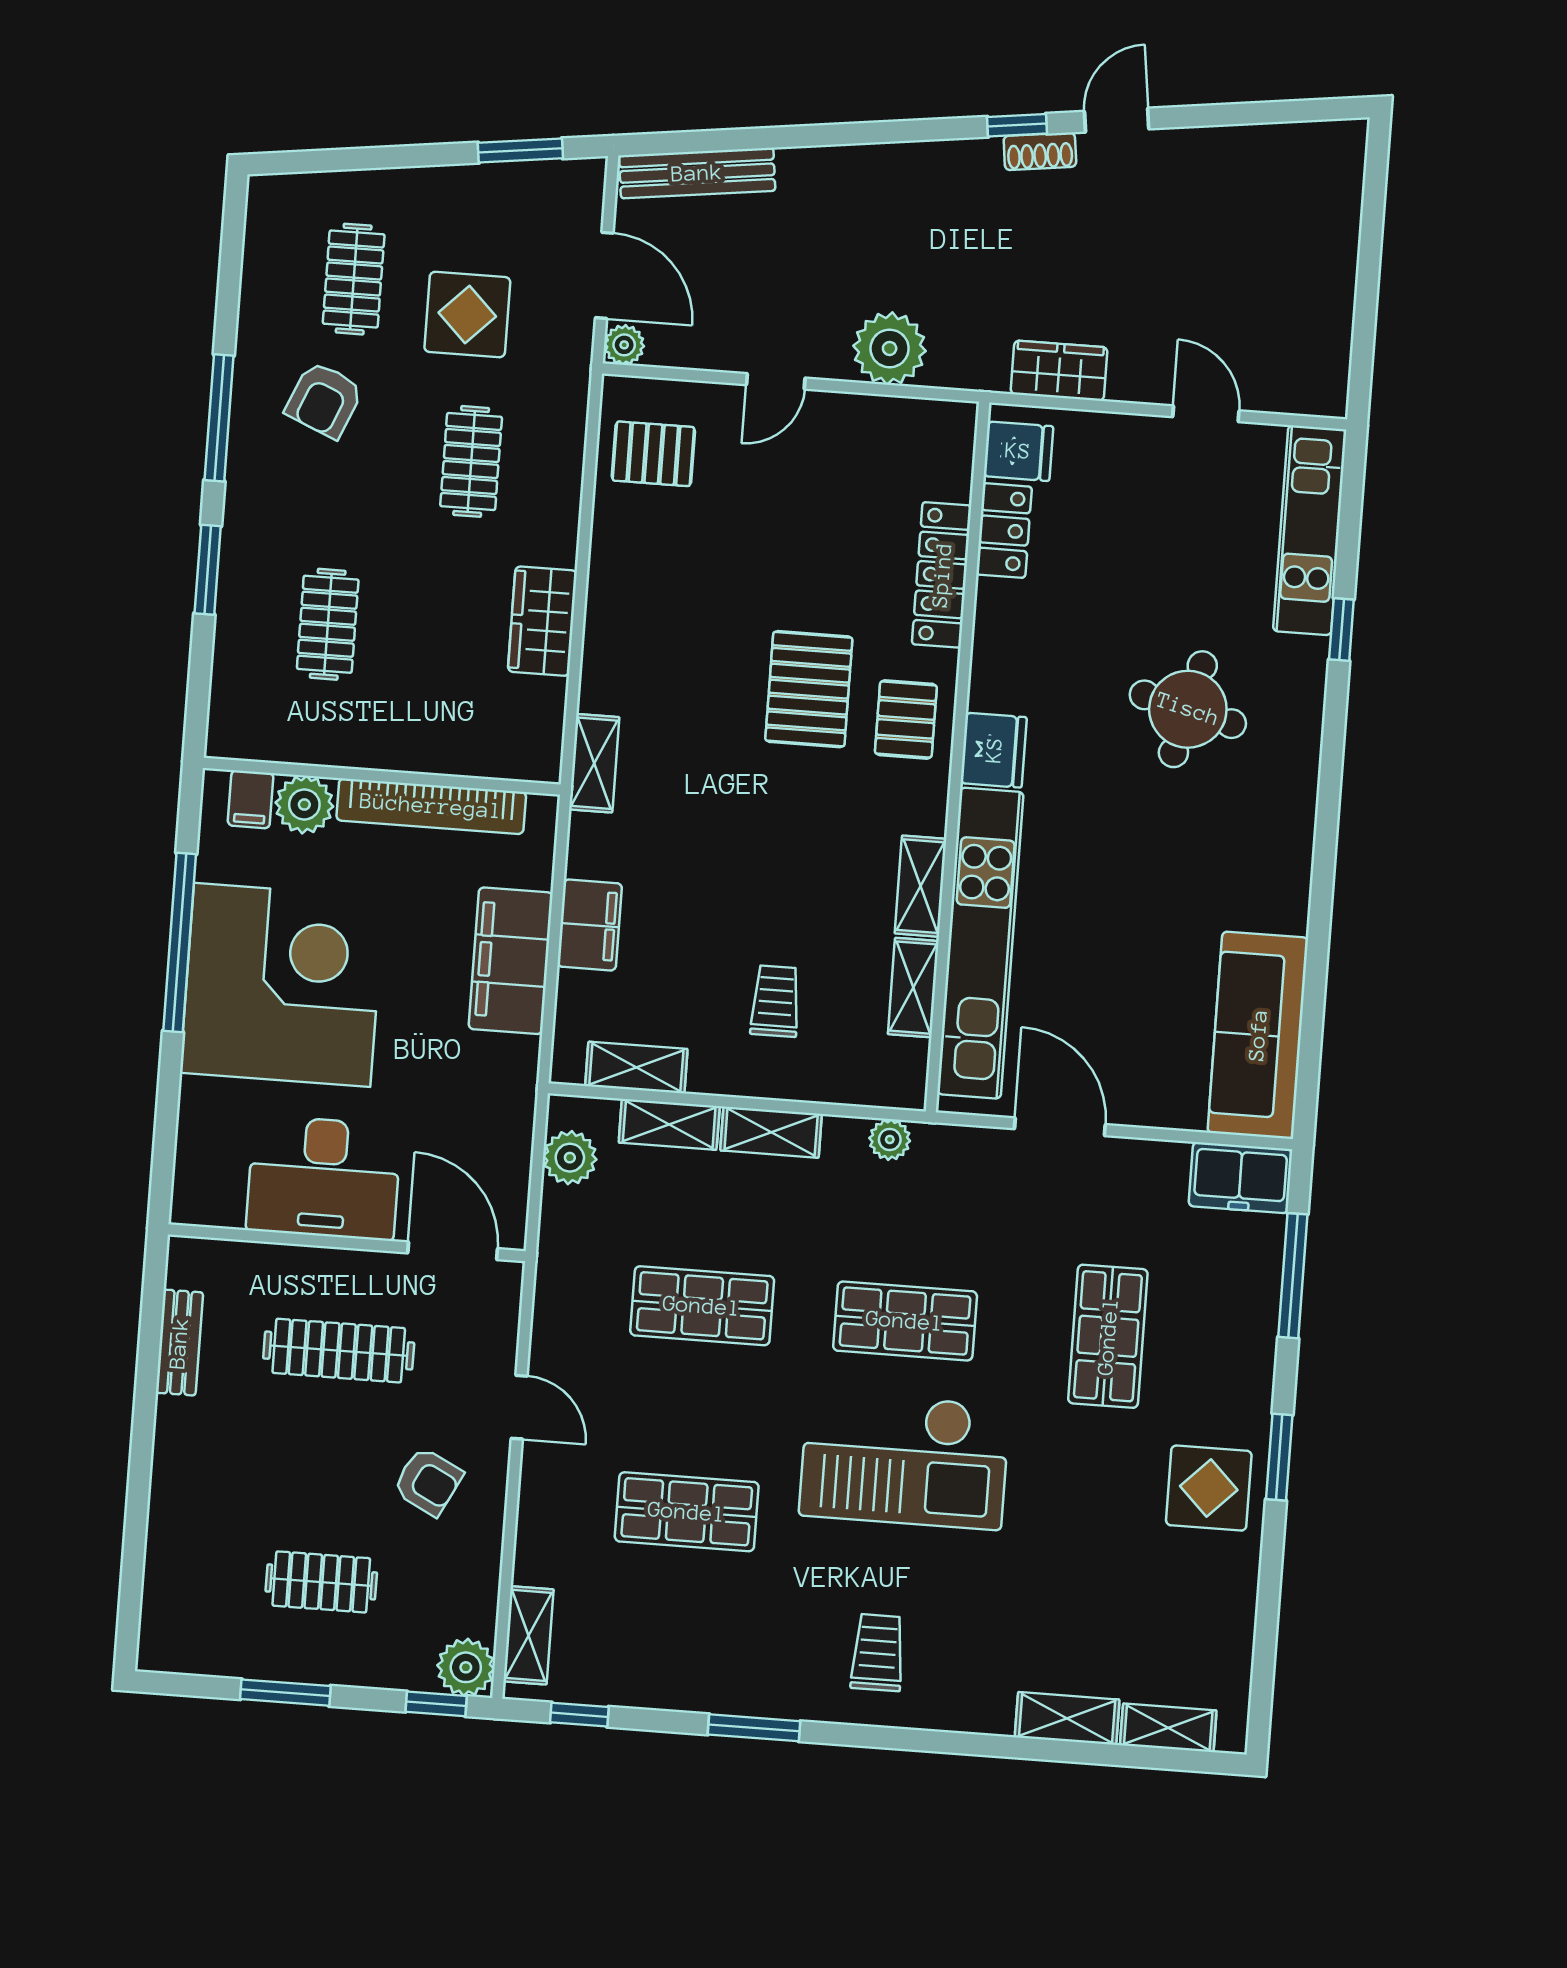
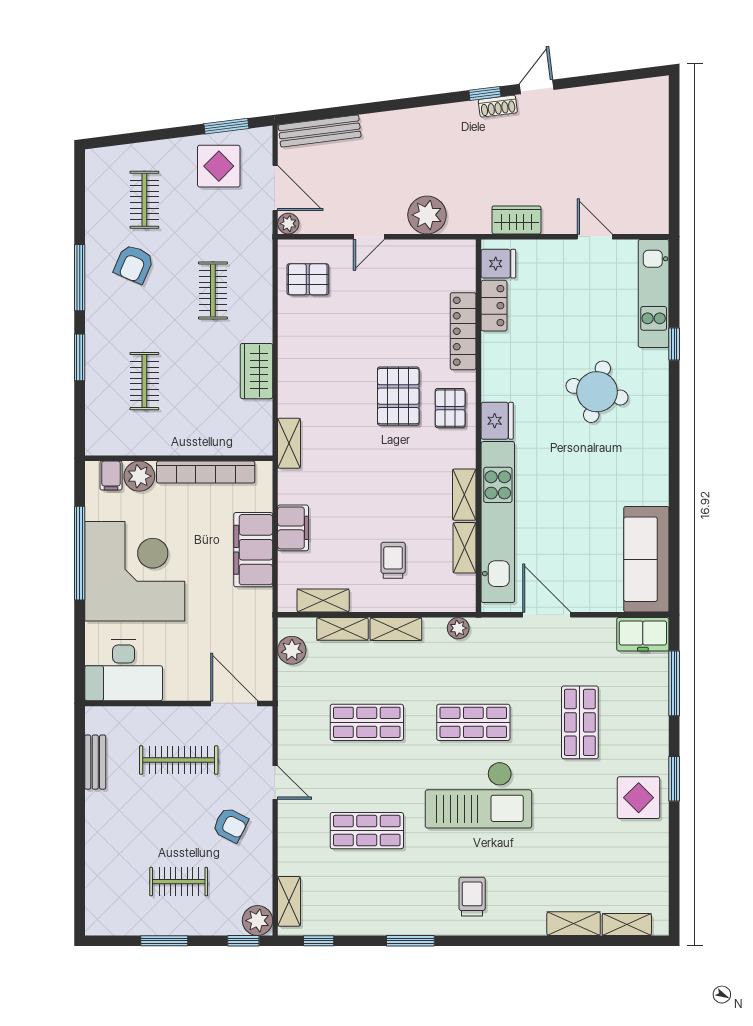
display table: (467, 315) -> (219, 166), moved
desk: (324, 1178) -> (124, 670), moved

